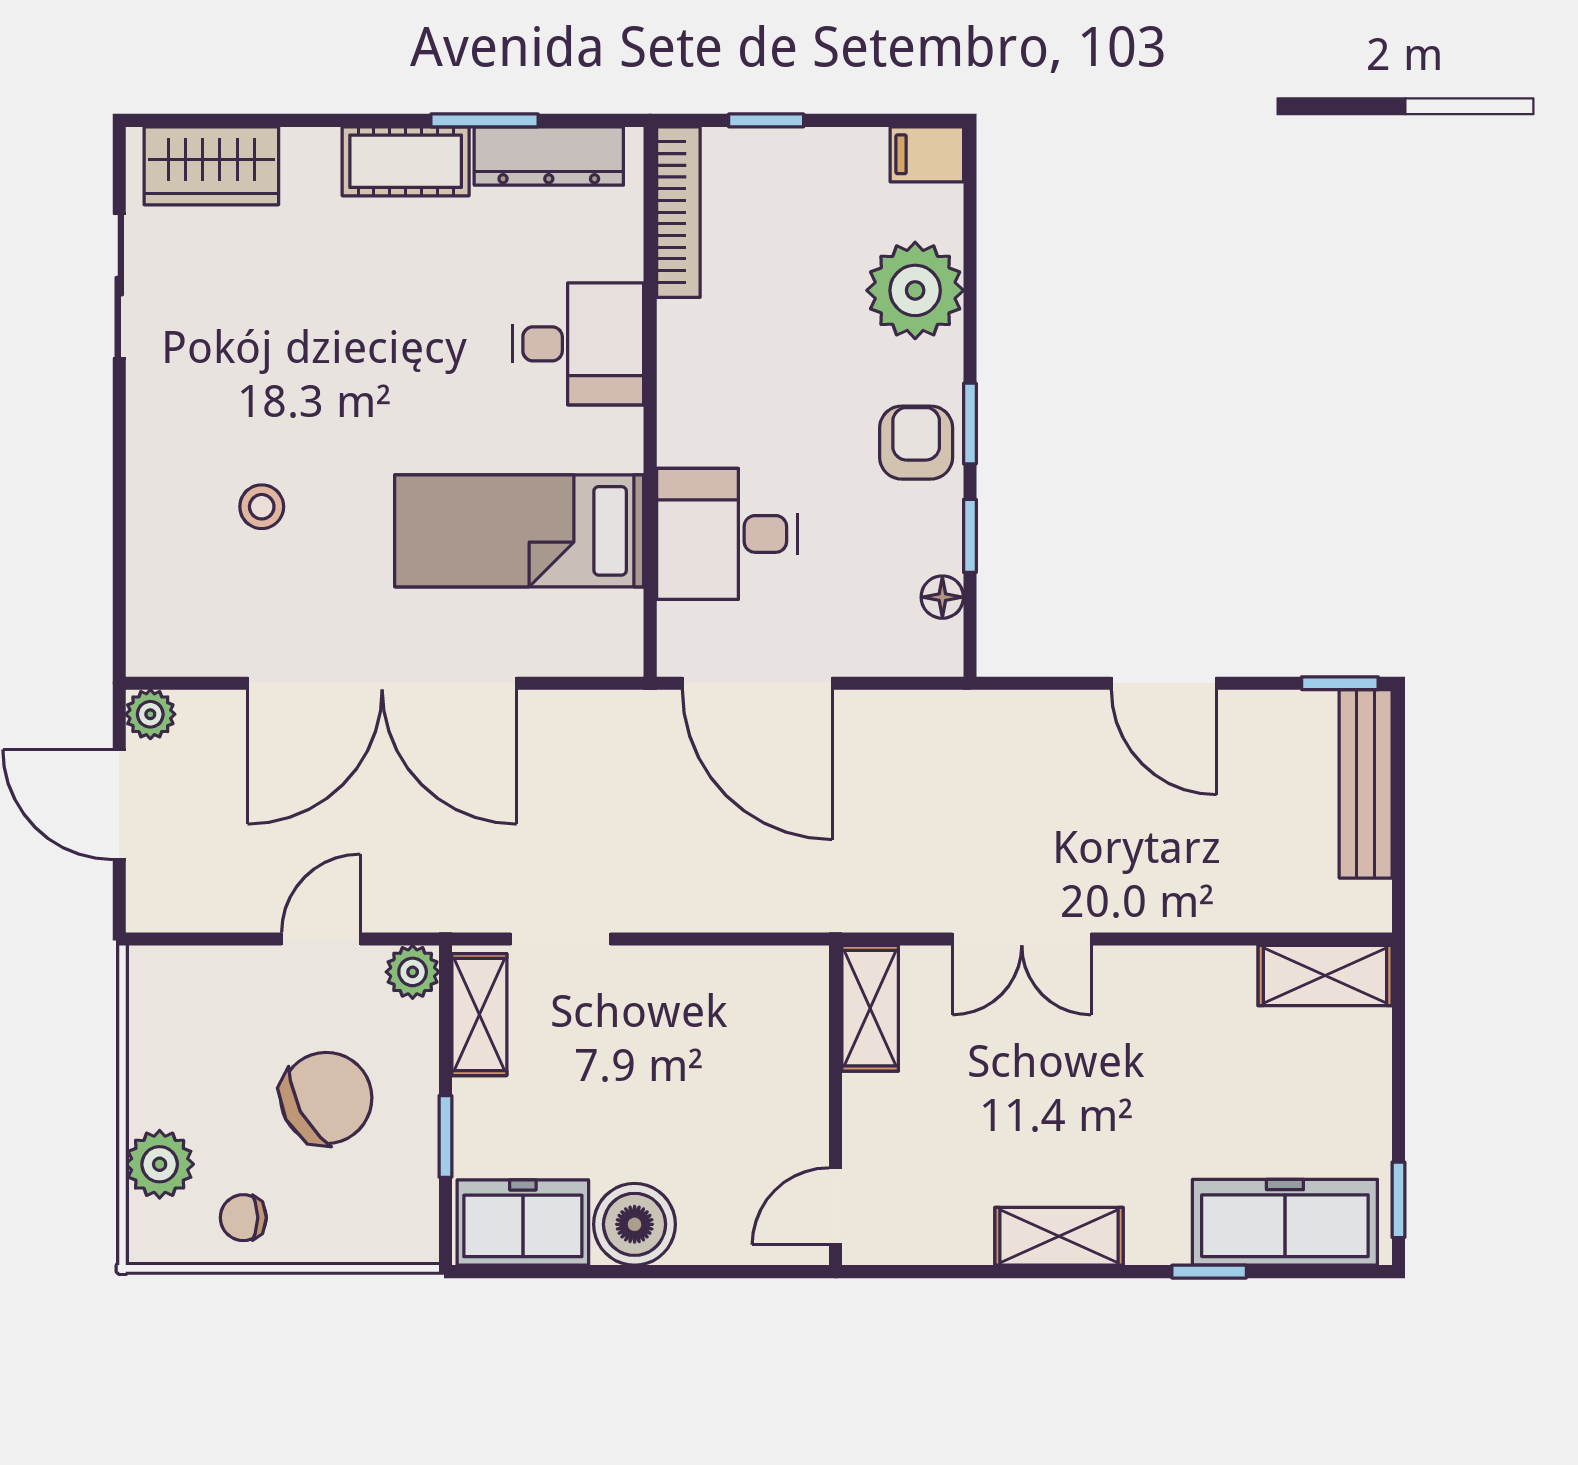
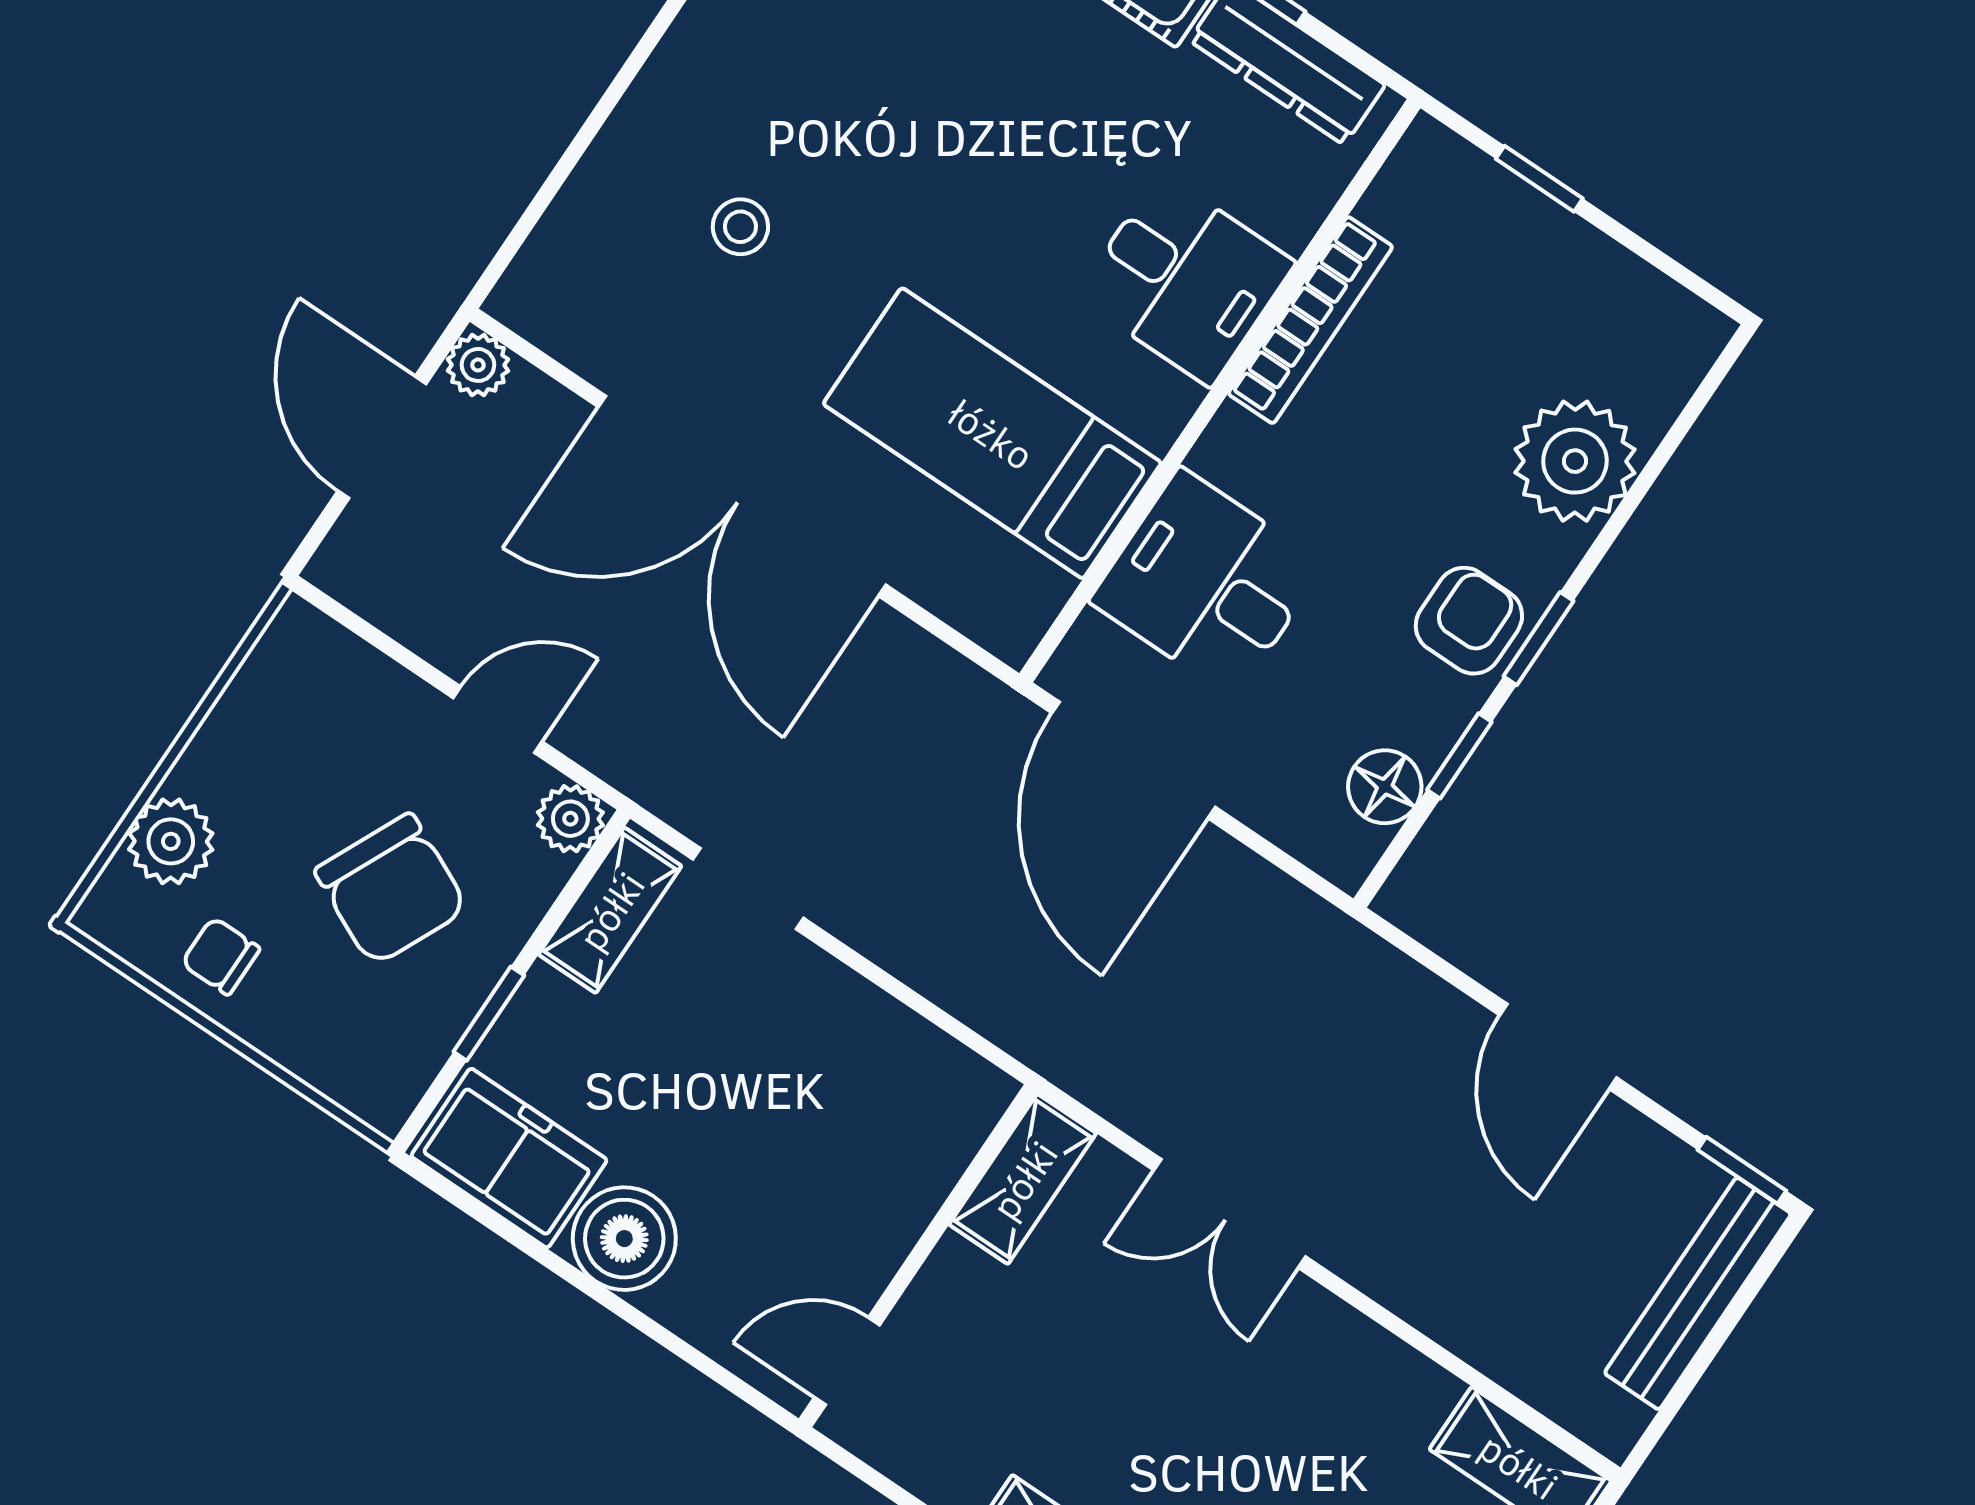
filing cabinet: (927, 154) -> (1683, 327), removed
bookcase: (678, 212) -> (1310, 320), moved
floor lamp: (942, 597) -> (1385, 787), width x1.37, depth x1.37
chair: (326, 1098) -> (391, 890), turned 53

